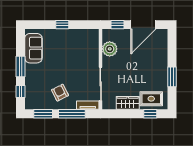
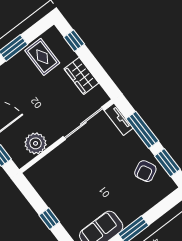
window: (21, 92) -> (162, 208), removed
armchair: (60, 93) -> (145, 171), moved
rug: (151, 99) -> (42, 57), moved

